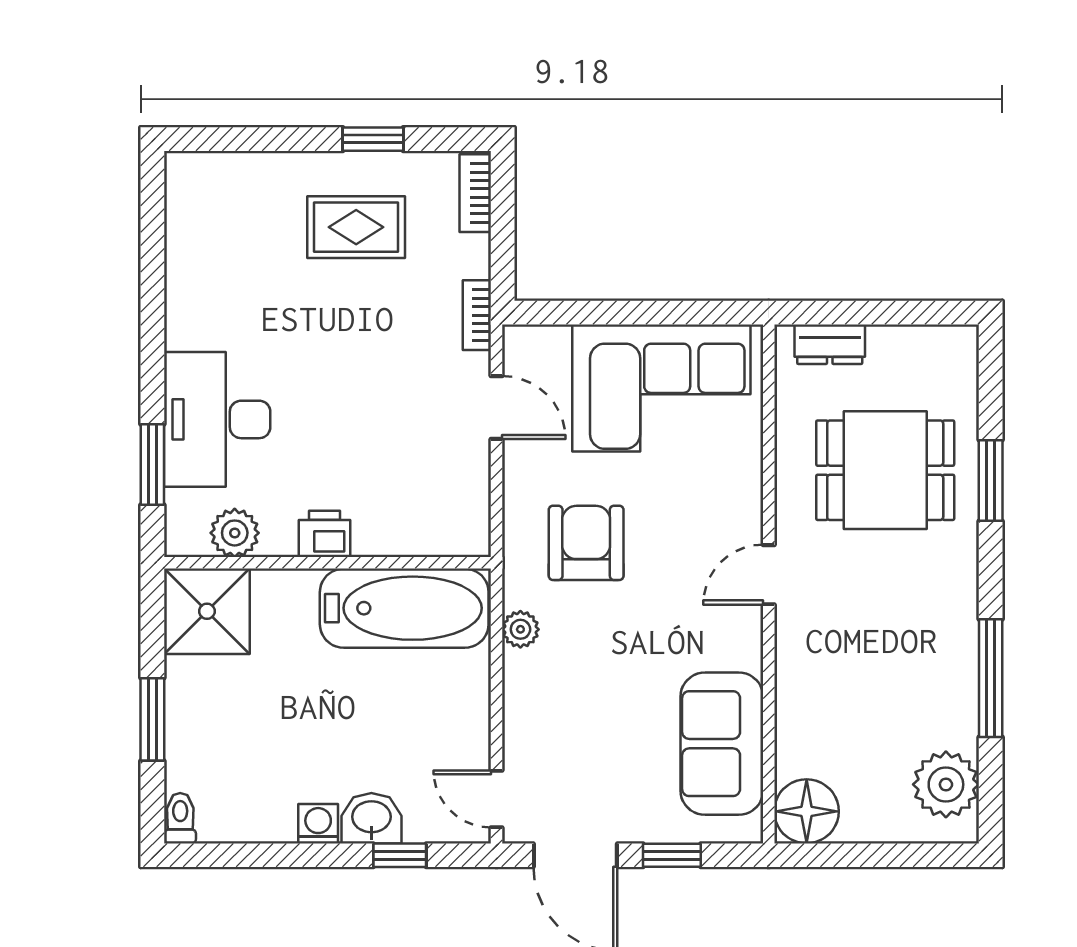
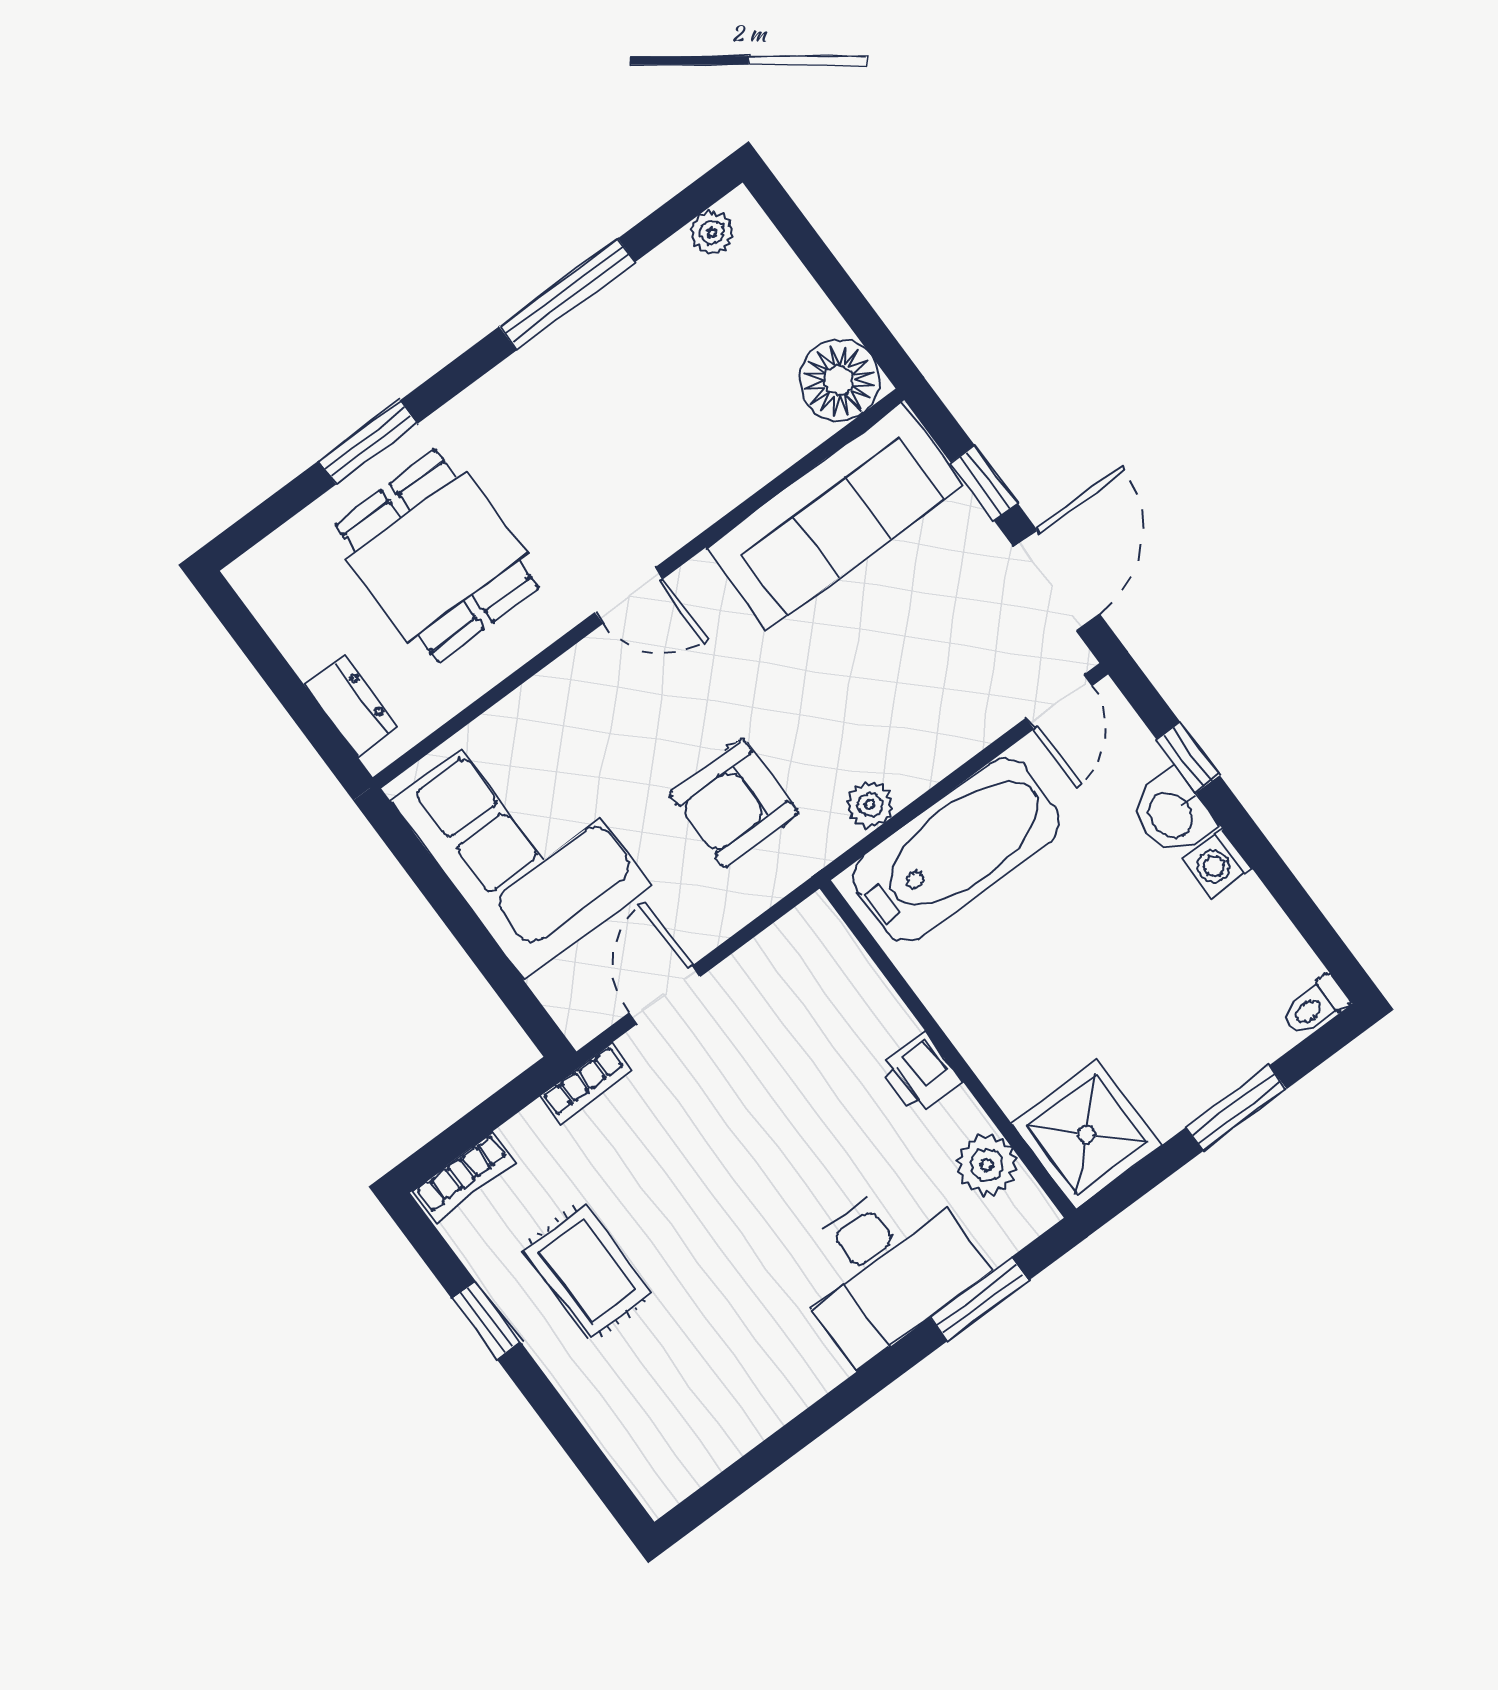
bathtub: (404, 608) -> (956, 849), moved, turned 90
sofa: (722, 744) -> (834, 516), width x1.36
plant: (946, 784) -> (712, 233), width x0.53, depth x0.53

